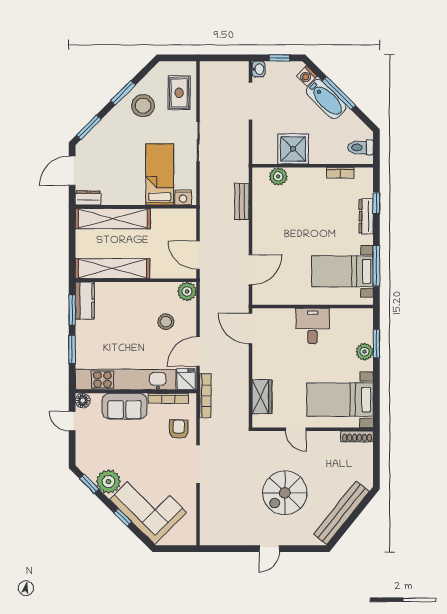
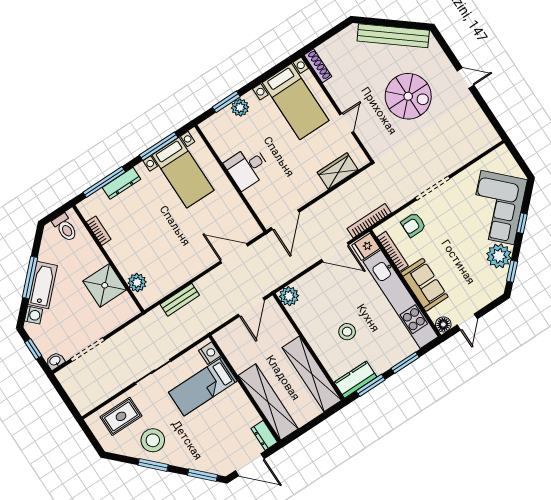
window: (376, 203) -> (104, 182), width x2.17
stool: (166, 322) -> (347, 332), moved

